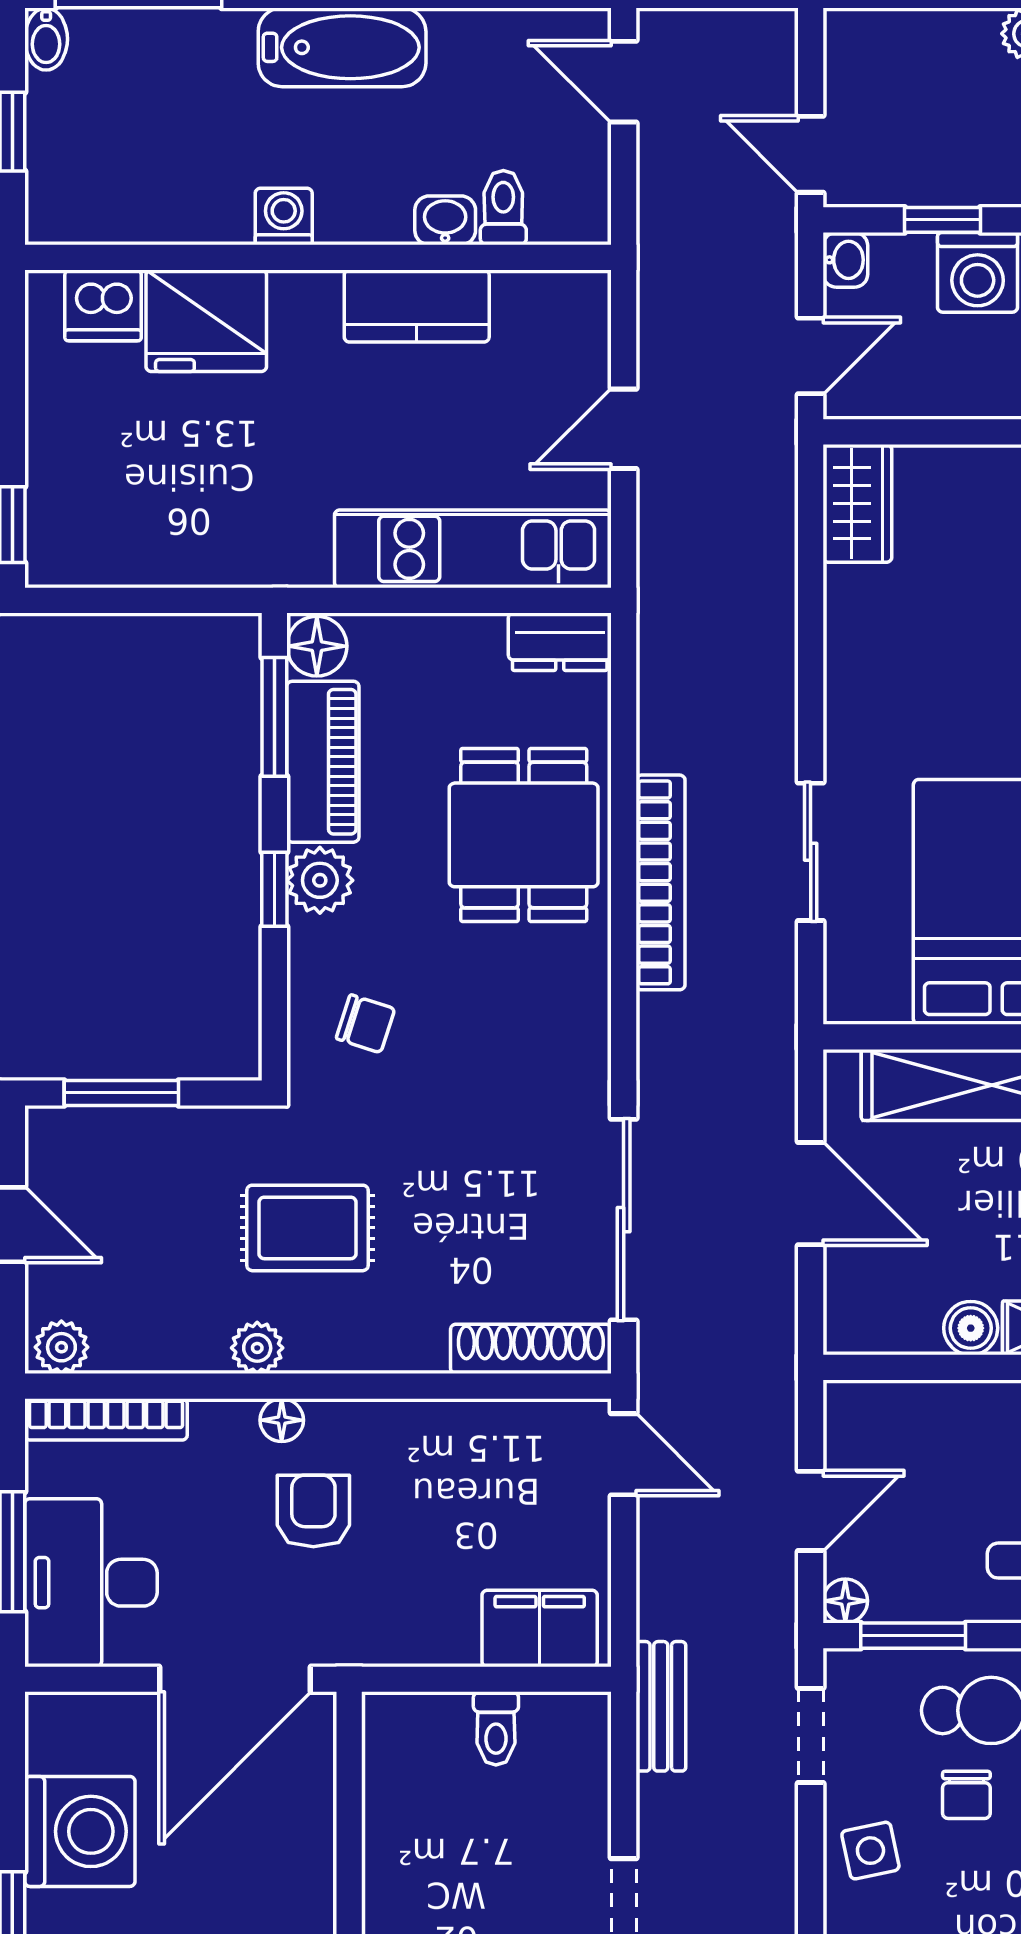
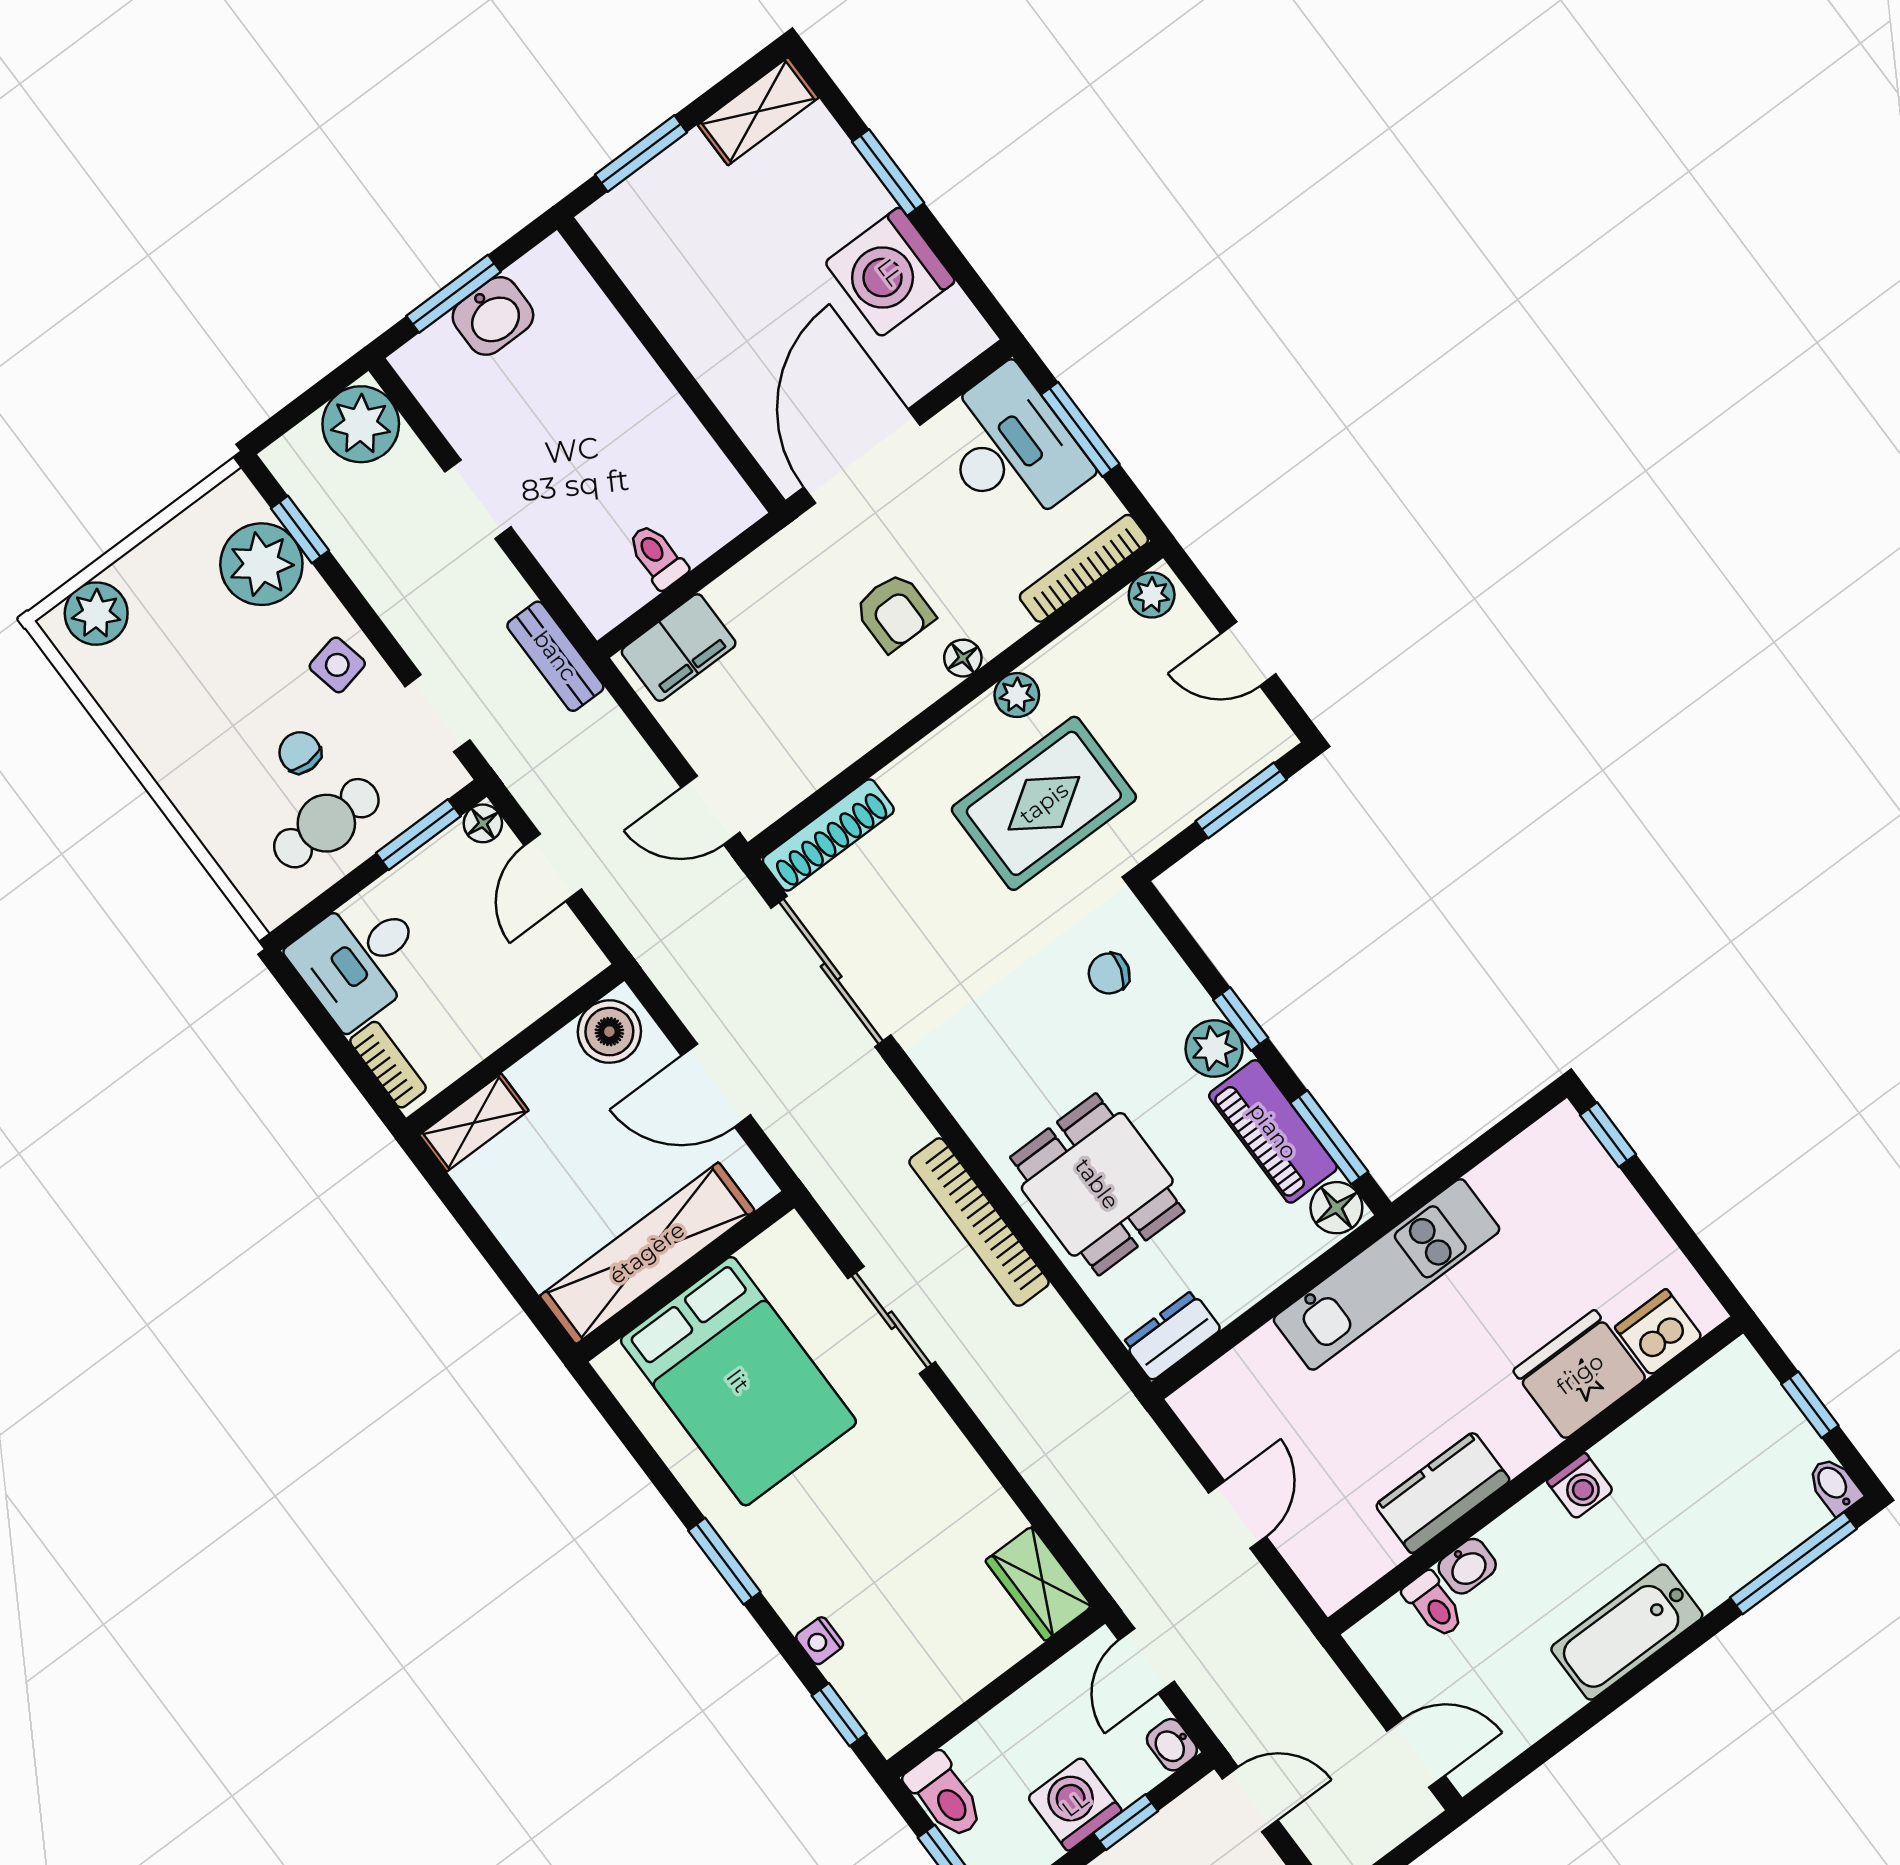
kitchen unit: (473, 549) -> (1387, 1274), moved
rug: (307, 1228) -> (1044, 803), width x1.36, depth x1.43
boiler: (971, 1328) -> (609, 1032), moved, width x1.36, depth x1.36

